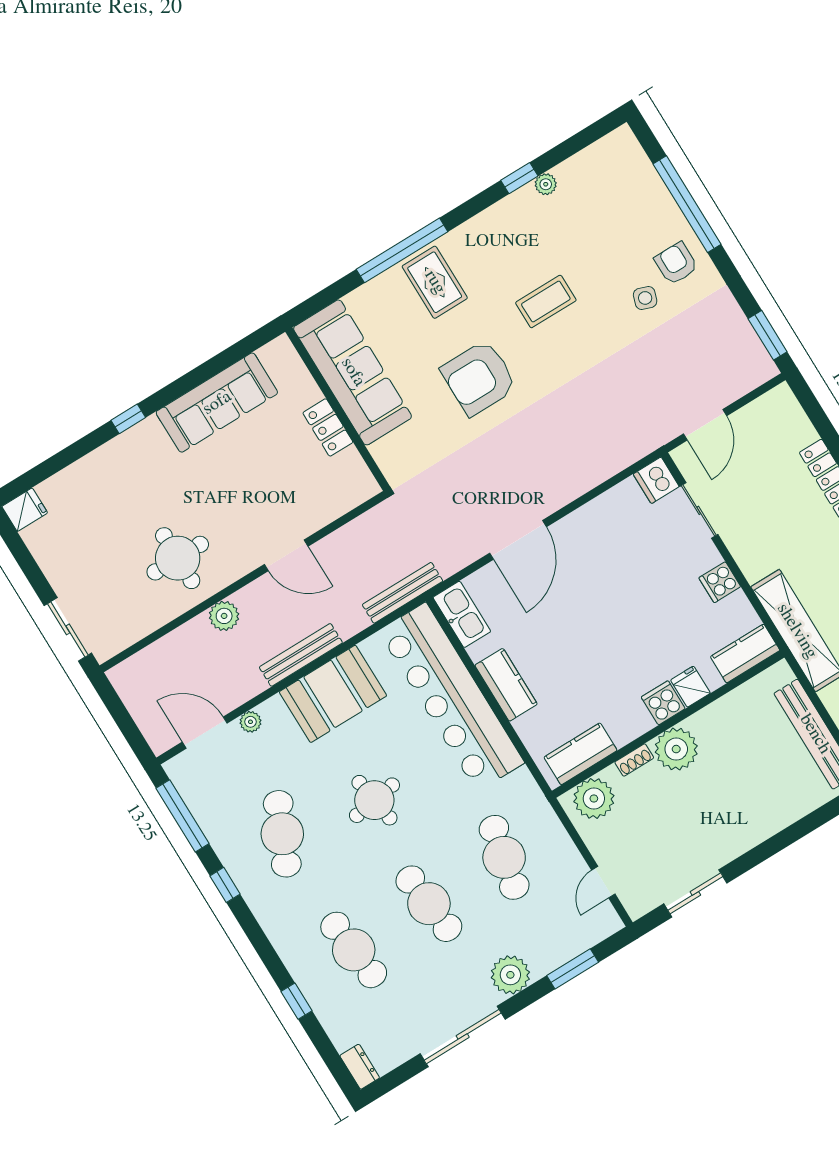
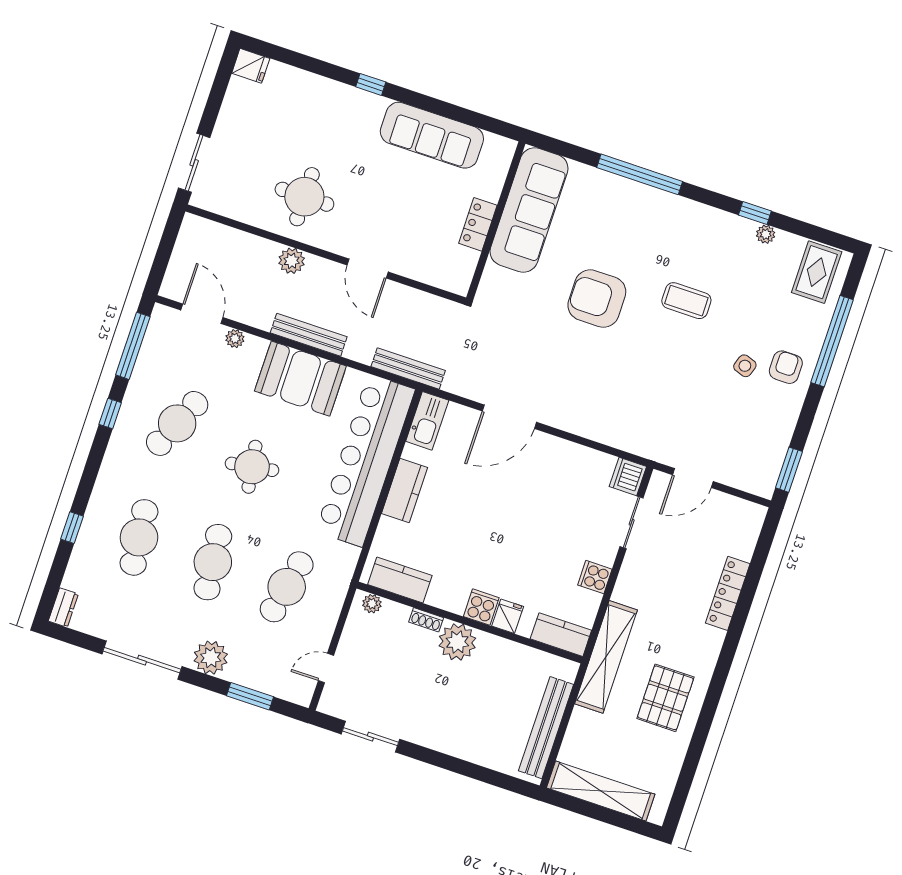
rug: (435, 282) -> (817, 272), moved
plant: (594, 799) -> (372, 604), width x0.53, depth x0.53

